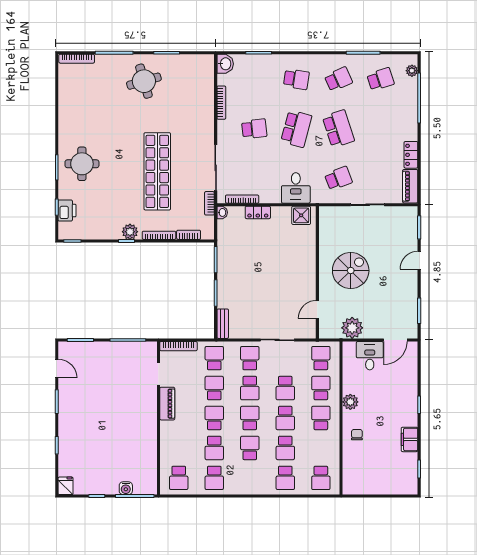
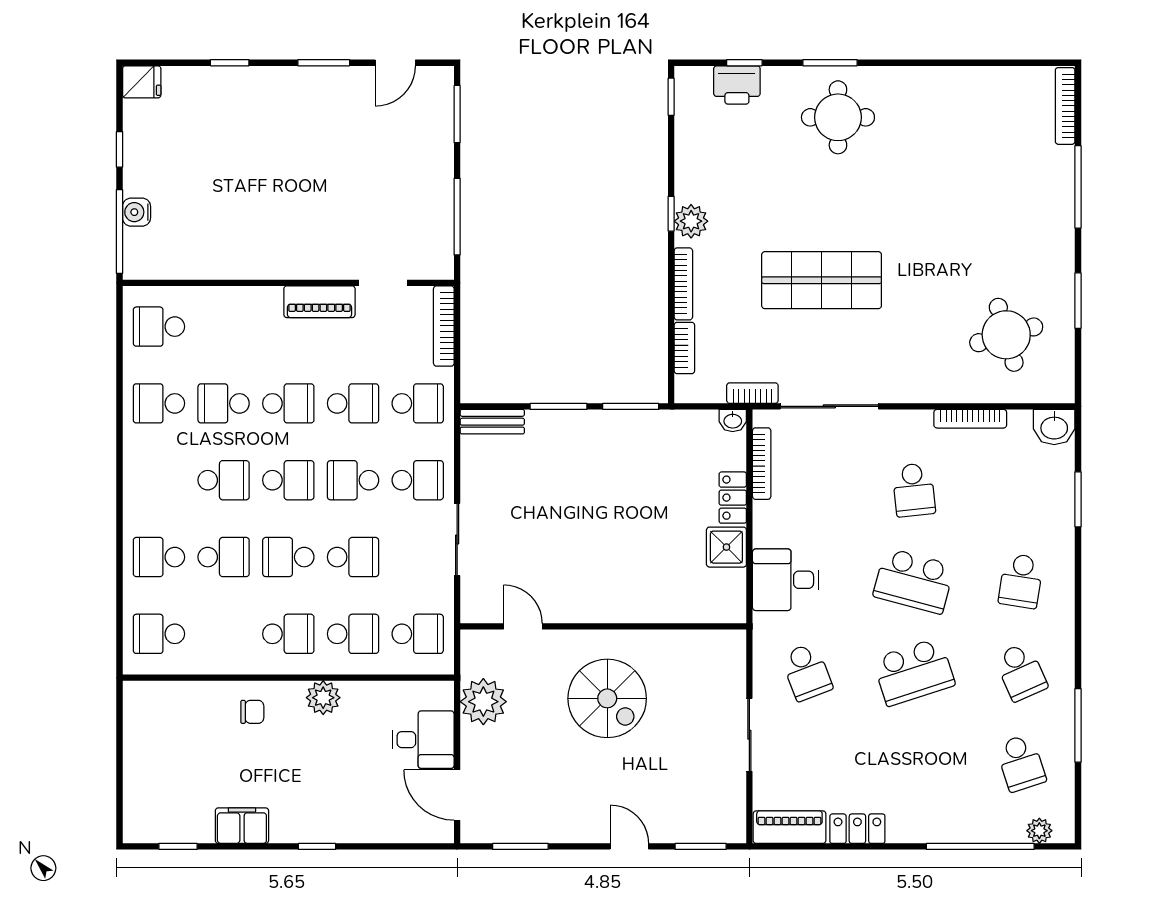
round table: (144, 81) -> (1006, 335), moved
shop shelf: (157, 171) -> (822, 280), width x0.71
shower: (301, 215) -> (726, 547), moved
school desk: (285, 388) -> (353, 557), turned 180
school desk: (285, 448) -> (224, 557), turned 180

